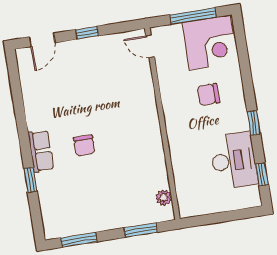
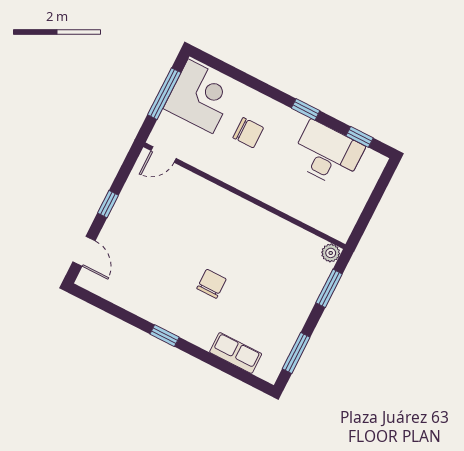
chair: (208, 94) -> (248, 133), turned -90
chair: (84, 145) -> (212, 284), turned -90
row of seats: (41, 151) -> (236, 353), moved
window: (31, 180) -> (165, 336), moved
plant: (164, 198) -> (331, 253), moved

